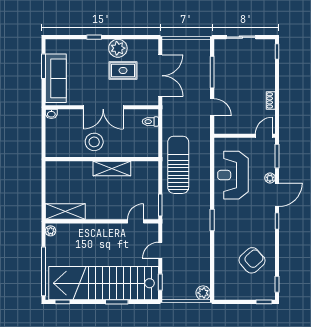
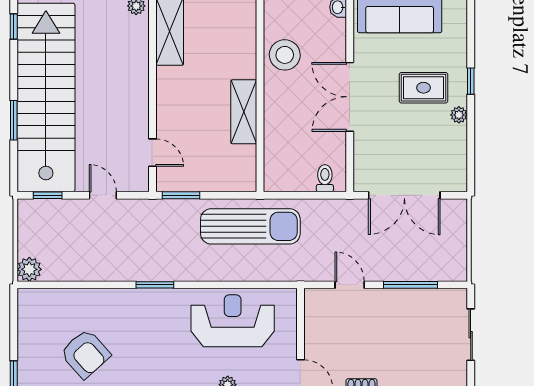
plant: (118, 48) -> (459, 115), width x0.53, depth x0.53
rug: (123, 70) -> (424, 88), moved, turned 90
door: (212, 107) -> (350, 285), swing flipped
stool: (94, 142) -> (285, 55), moved

